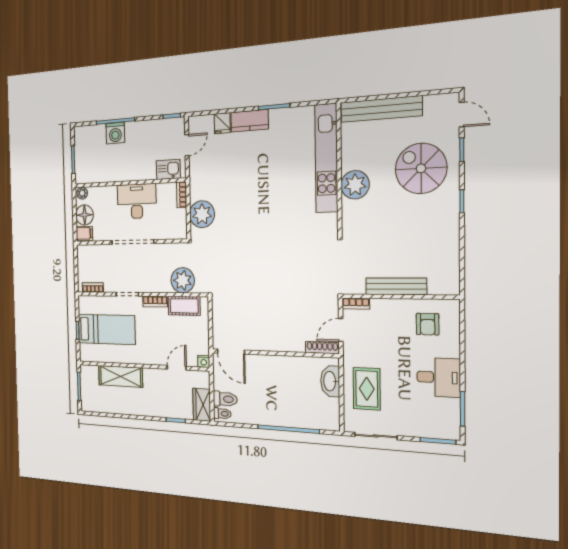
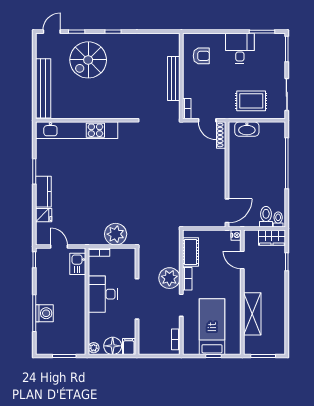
plant: (355, 185) -> (98, 108), removed
plant: (183, 280) -> (169, 278), moved

